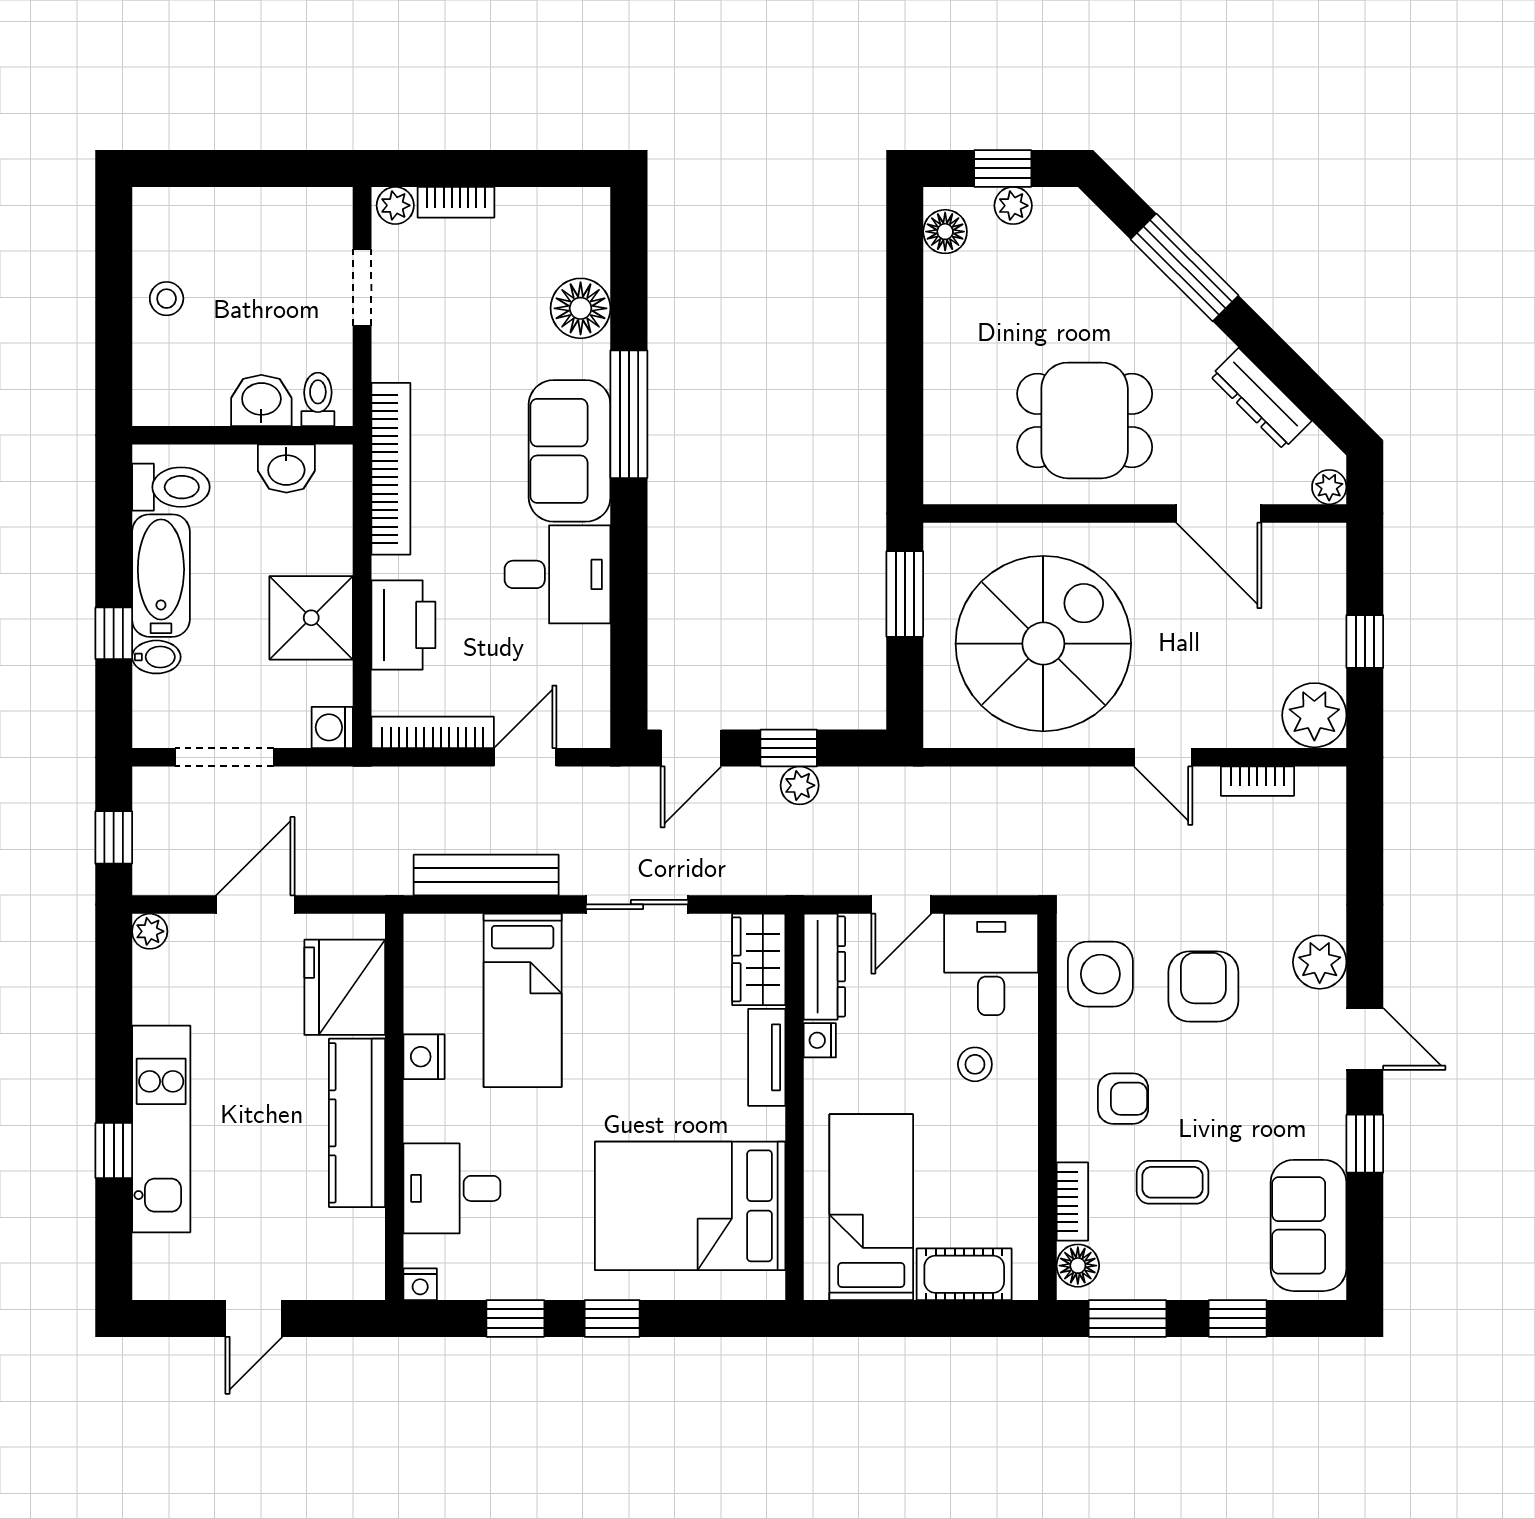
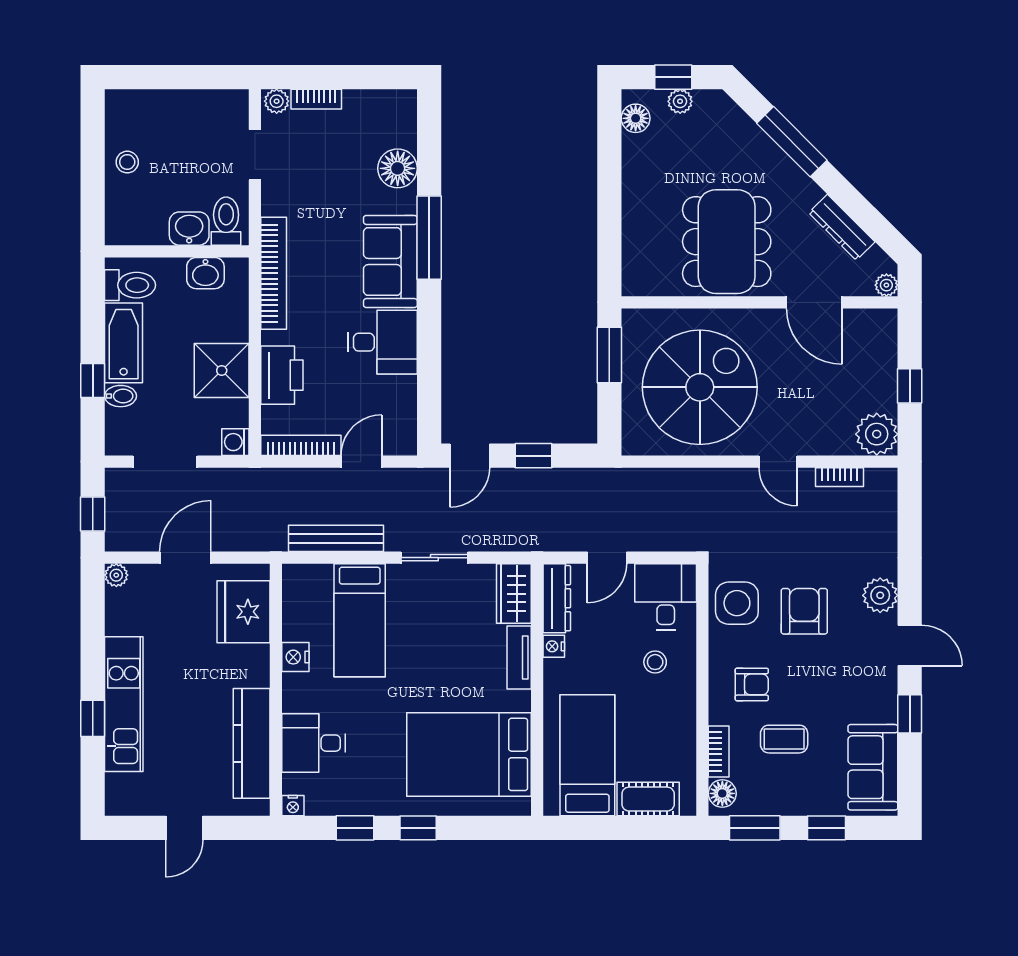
toilet: (318, 399) -> (226, 221), width x1.37, depth x1.39
dining table: (1085, 420) -> (727, 242), width x1.38
plant: (800, 785) -> (541, 480), removed
kitchen counter: (357, 1123) -> (252, 743), moved

